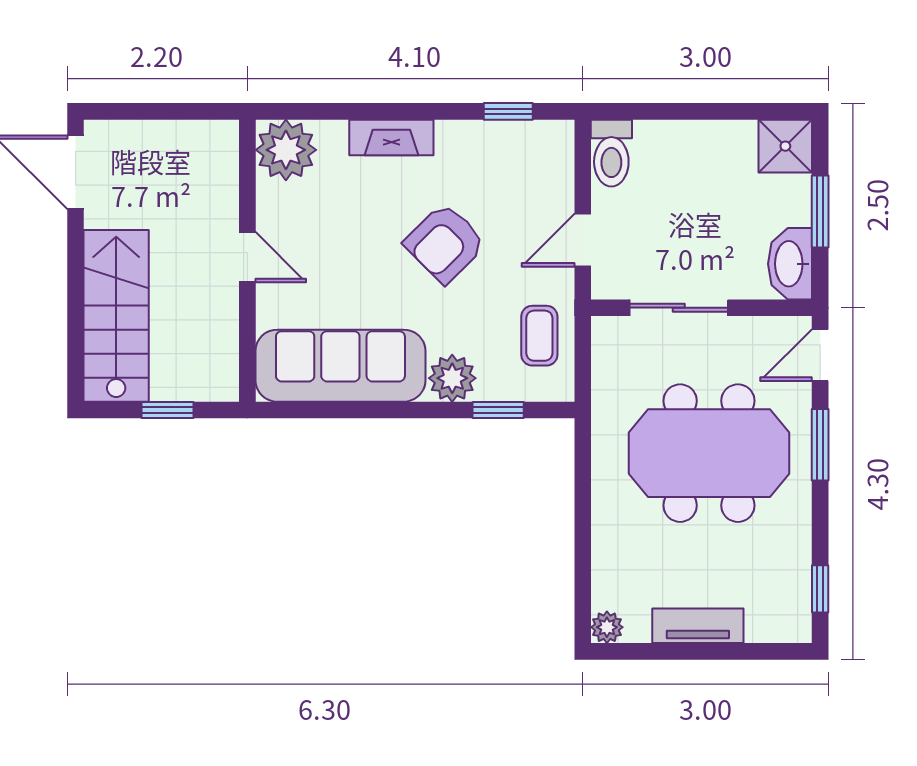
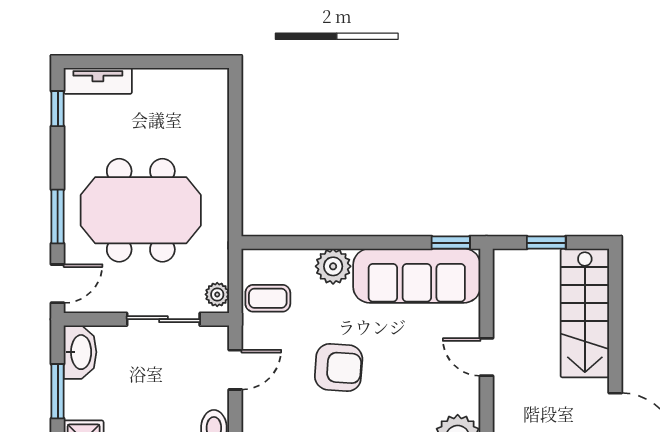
armchair: (445, 243) -> (339, 367), turned 49
coffee table: (539, 336) -> (268, 298), turned 90
window: (498, 410) -> (451, 243), moved
tv unit: (698, 626) -> (98, 81), moved
plant: (607, 627) -> (217, 294), moved

